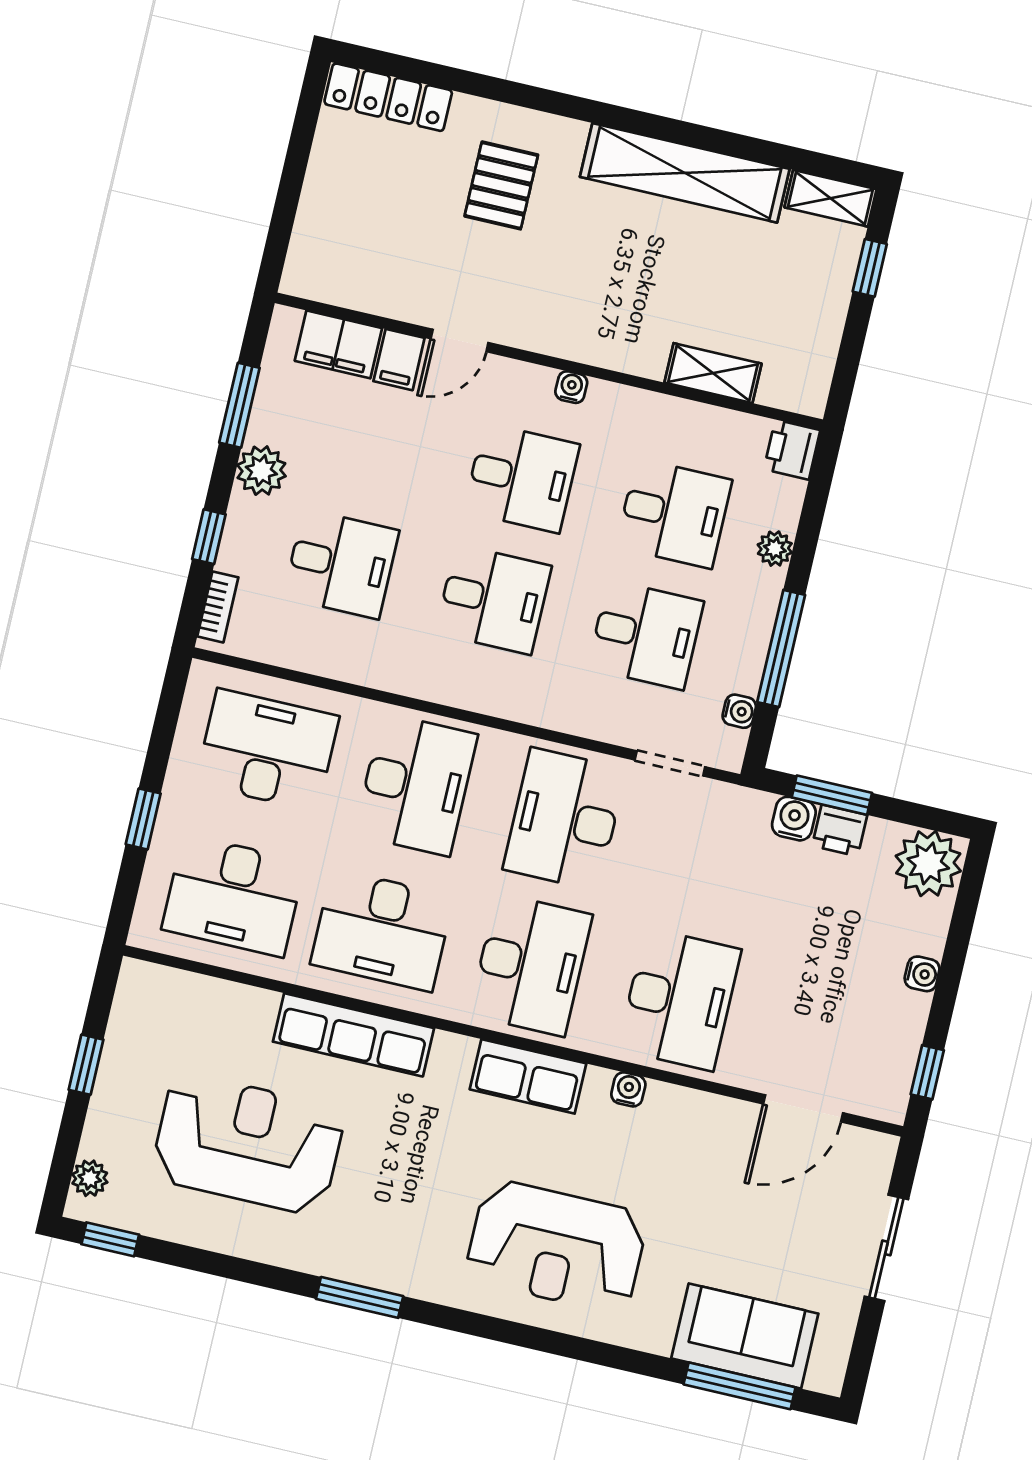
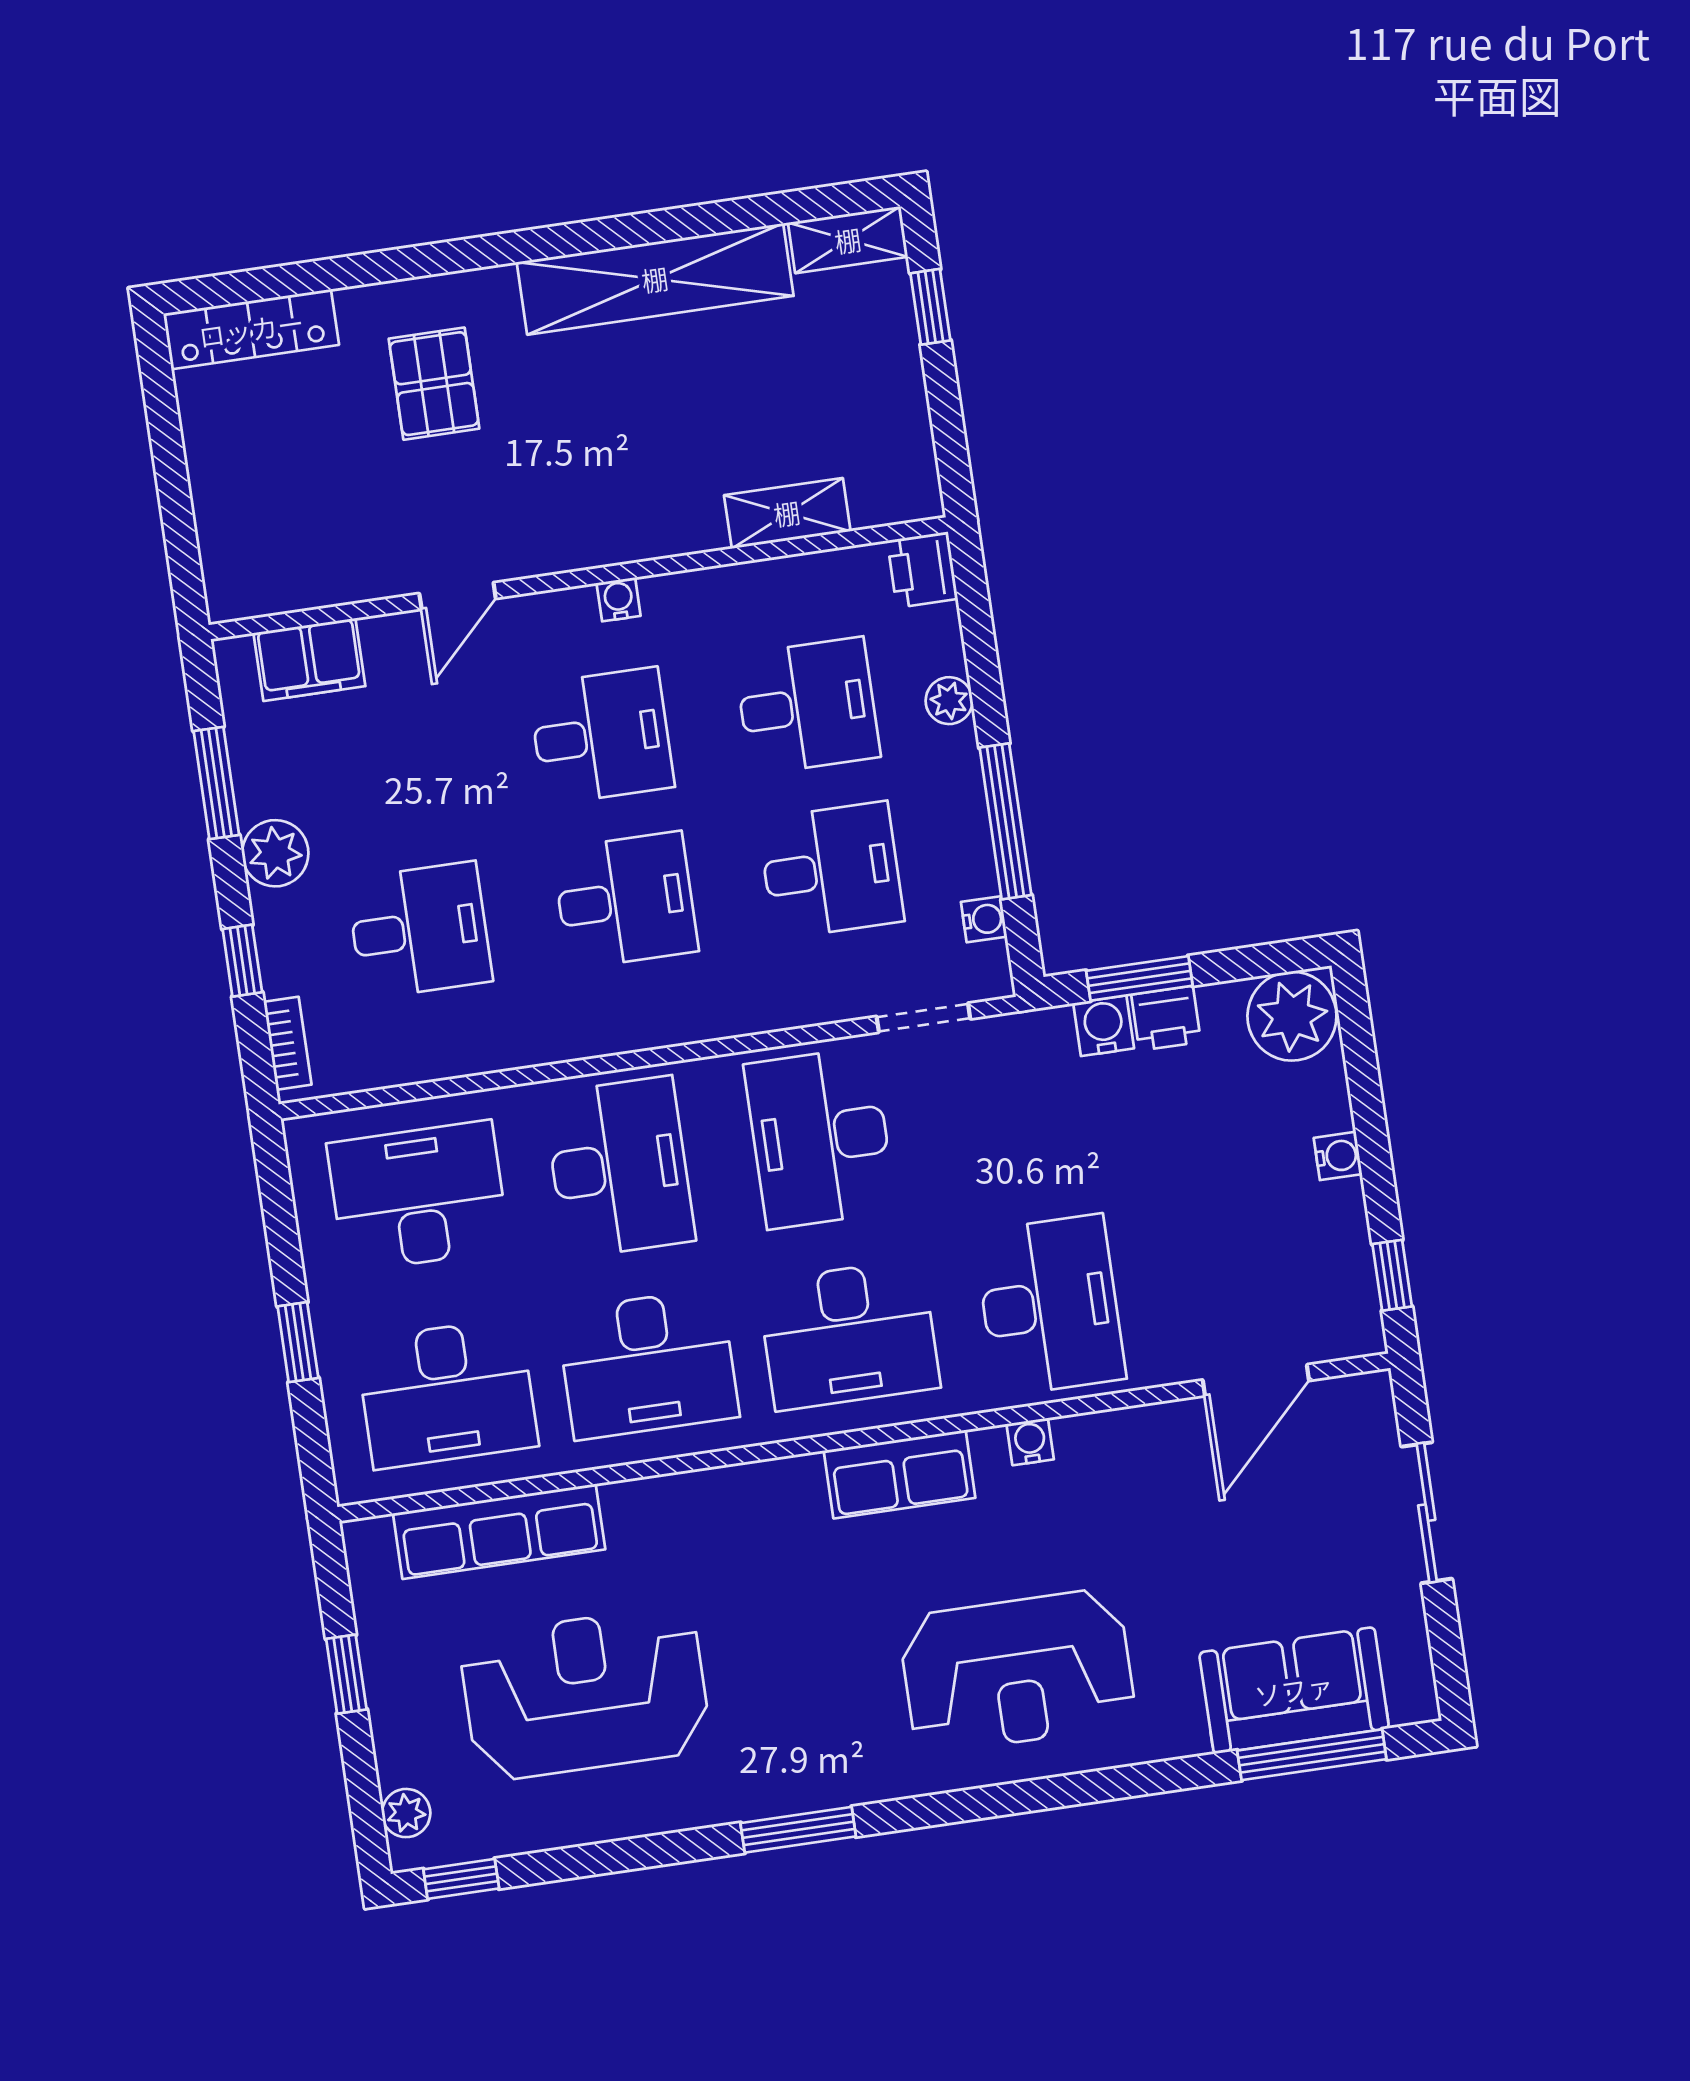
filing cabinet: (399, 360) -> (392, 649), removed
desk: (531, 965) -> (849, 1335), turned 90
row of seats: (353, 1035) -> (499, 1531), moved

